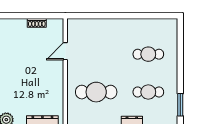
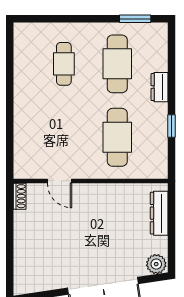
shoe rack: (37, 23) -> (20, 196), moved
cafe table: (148, 92) -> (117, 64), width x1.37, depth x1.35

